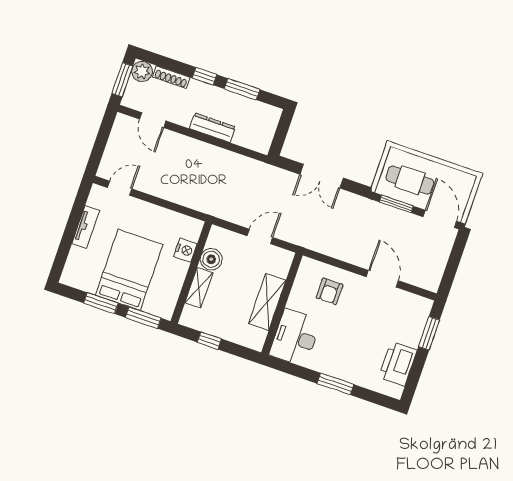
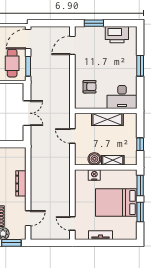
door: (382, 279) -> (72, 45), moved

